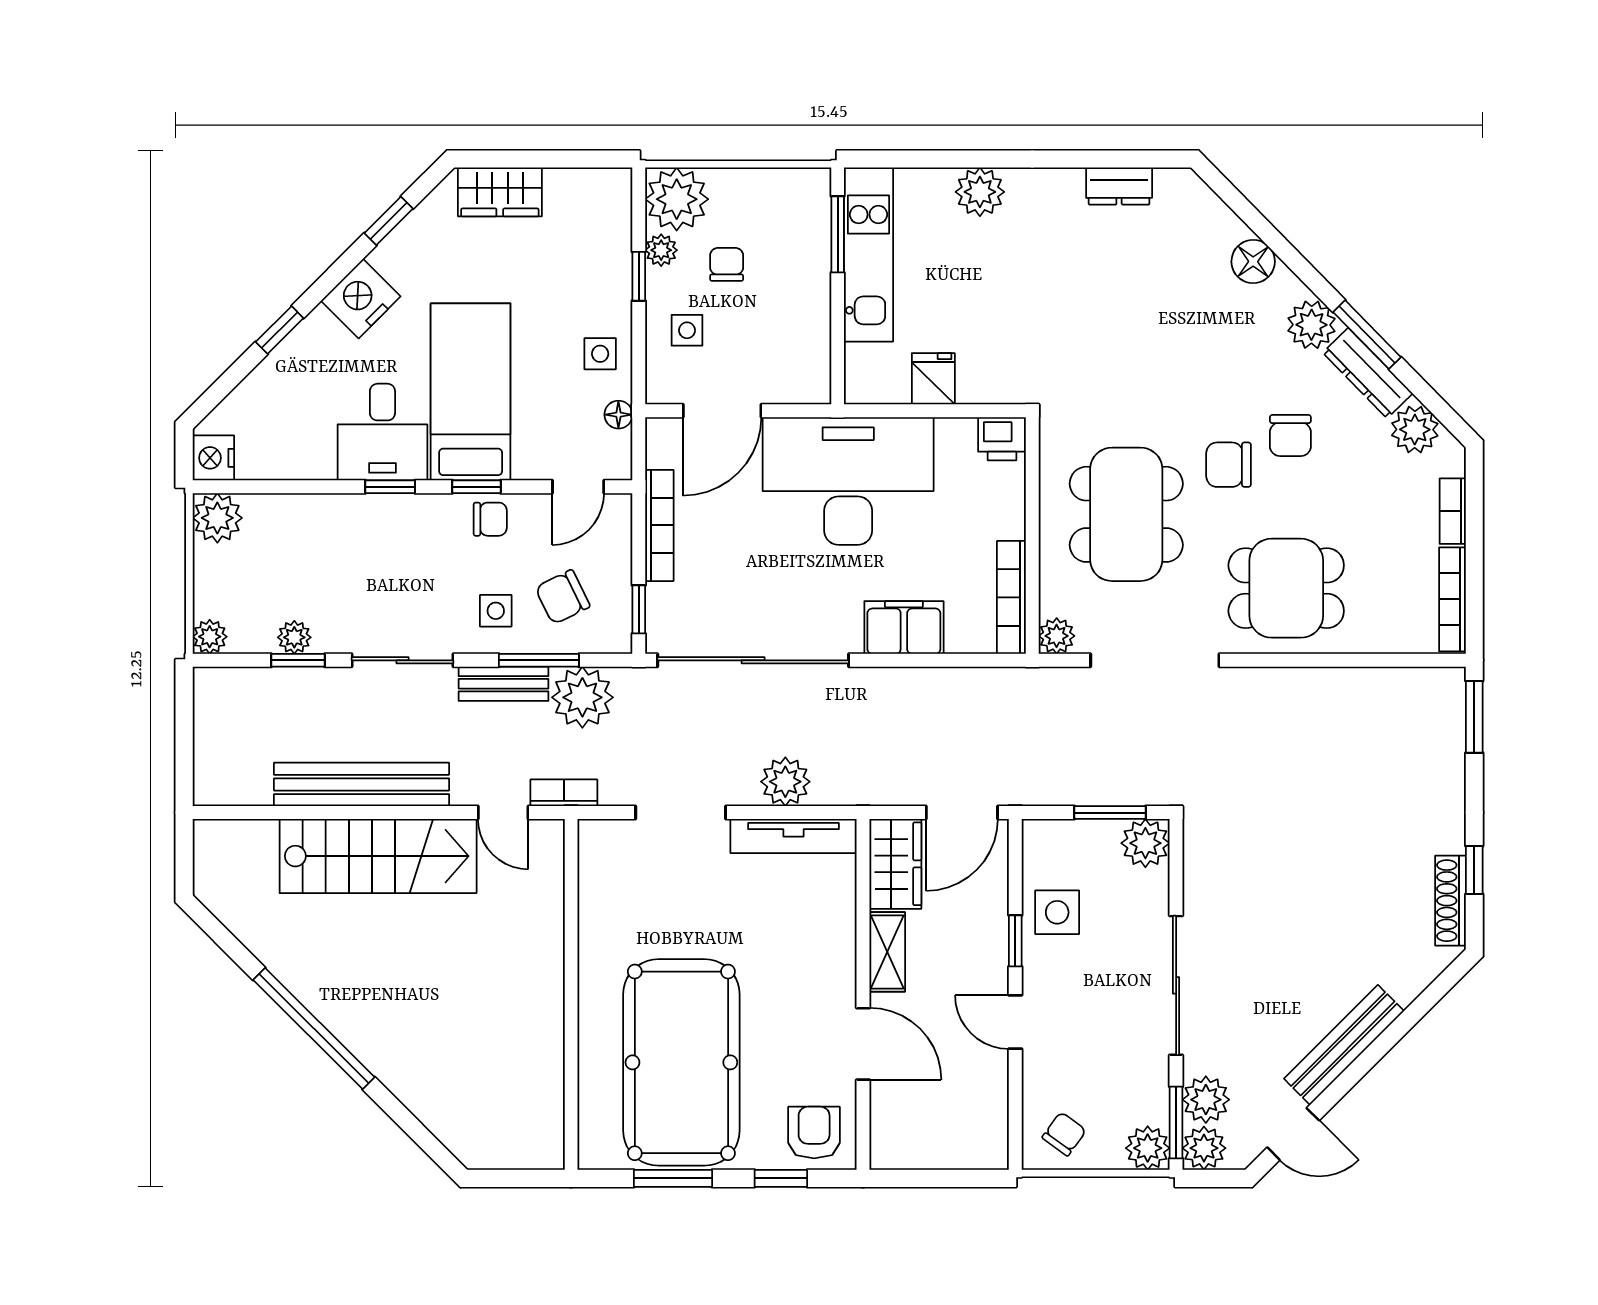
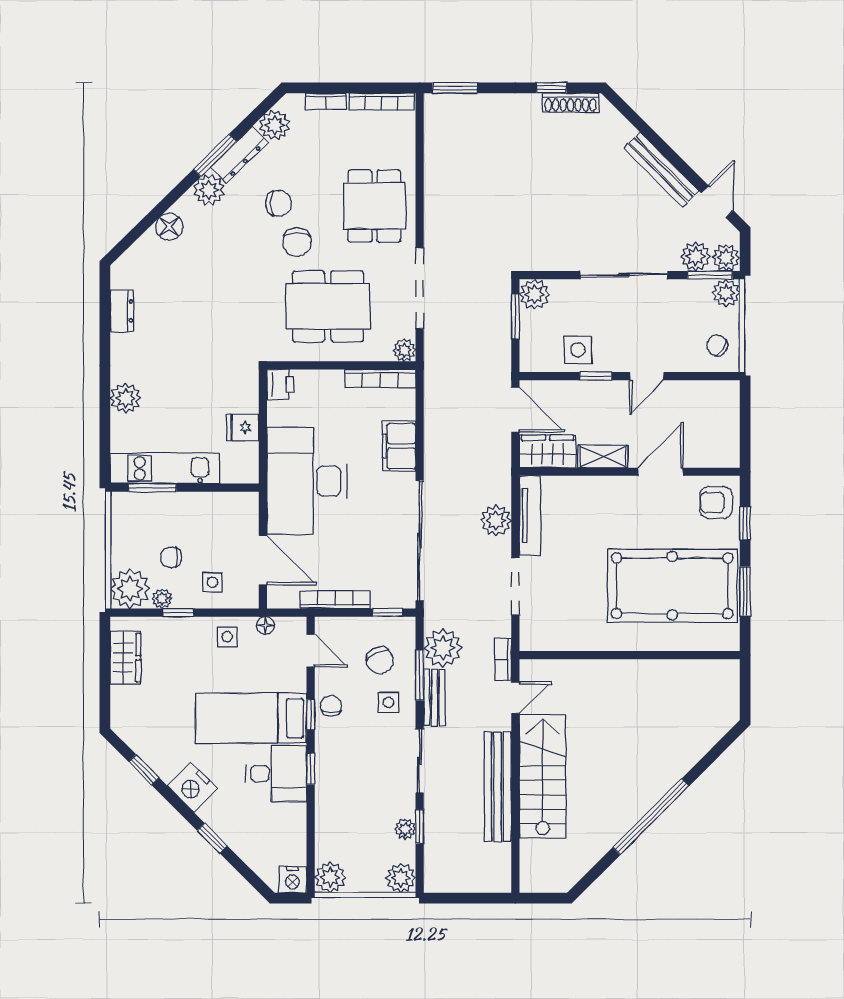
wardrobe: (500, 192) -> (125, 658), moved
plant: (210, 637) -> (401, 878), width x1.38, depth x1.38

